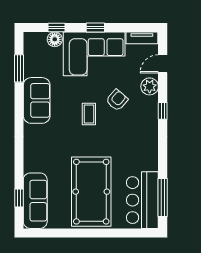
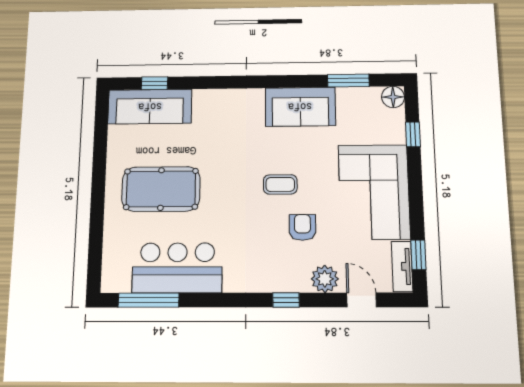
window: (95, 28) -> (418, 255), moved
floor lamp: (55, 39) -> (393, 97), moved
armchair: (117, 100) -> (302, 227), turned -131
pool table: (91, 192) -> (161, 189), width x0.73, depth x0.76
bar counter: (142, 200) -> (177, 268), moved

